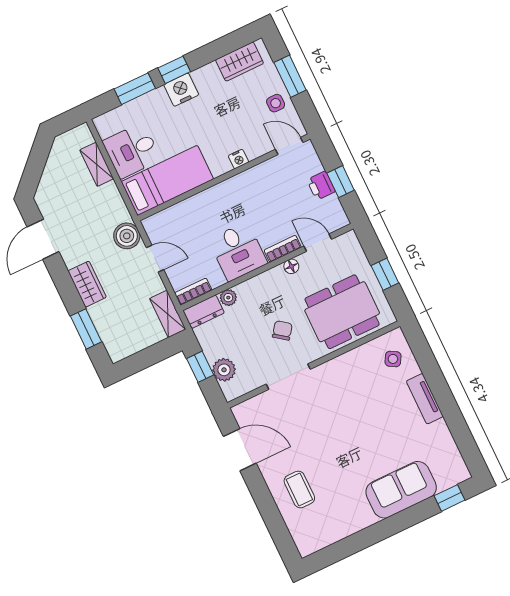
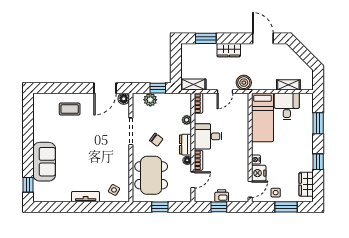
window: (174, 70) -> (318, 162), moved
nightstand: (181, 90) -> (259, 173), moved, turned 180
dresser: (204, 312) -> (186, 145), moved
floor lamp: (242, 412) -> (124, 99), added

